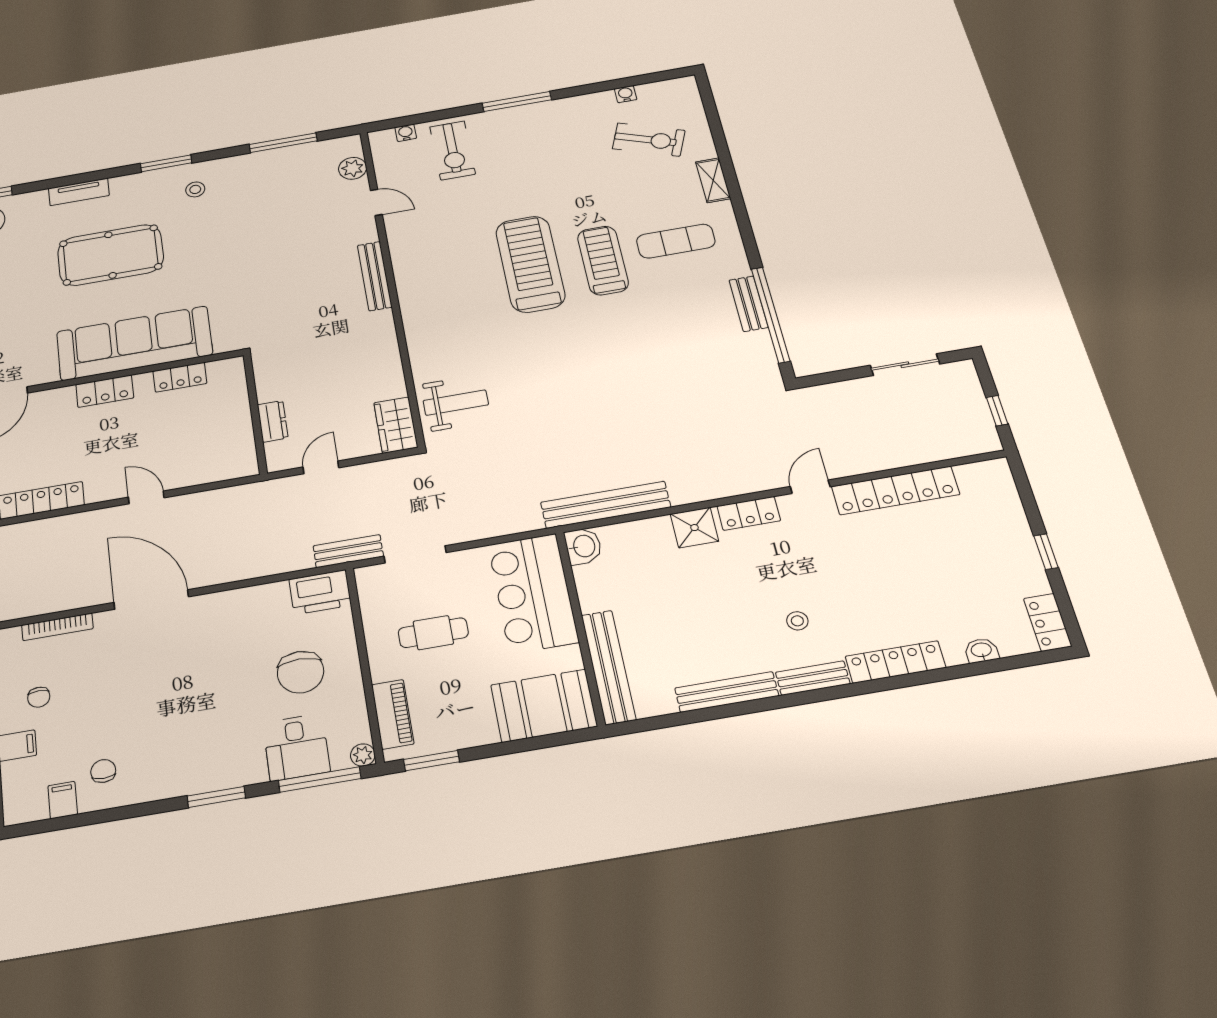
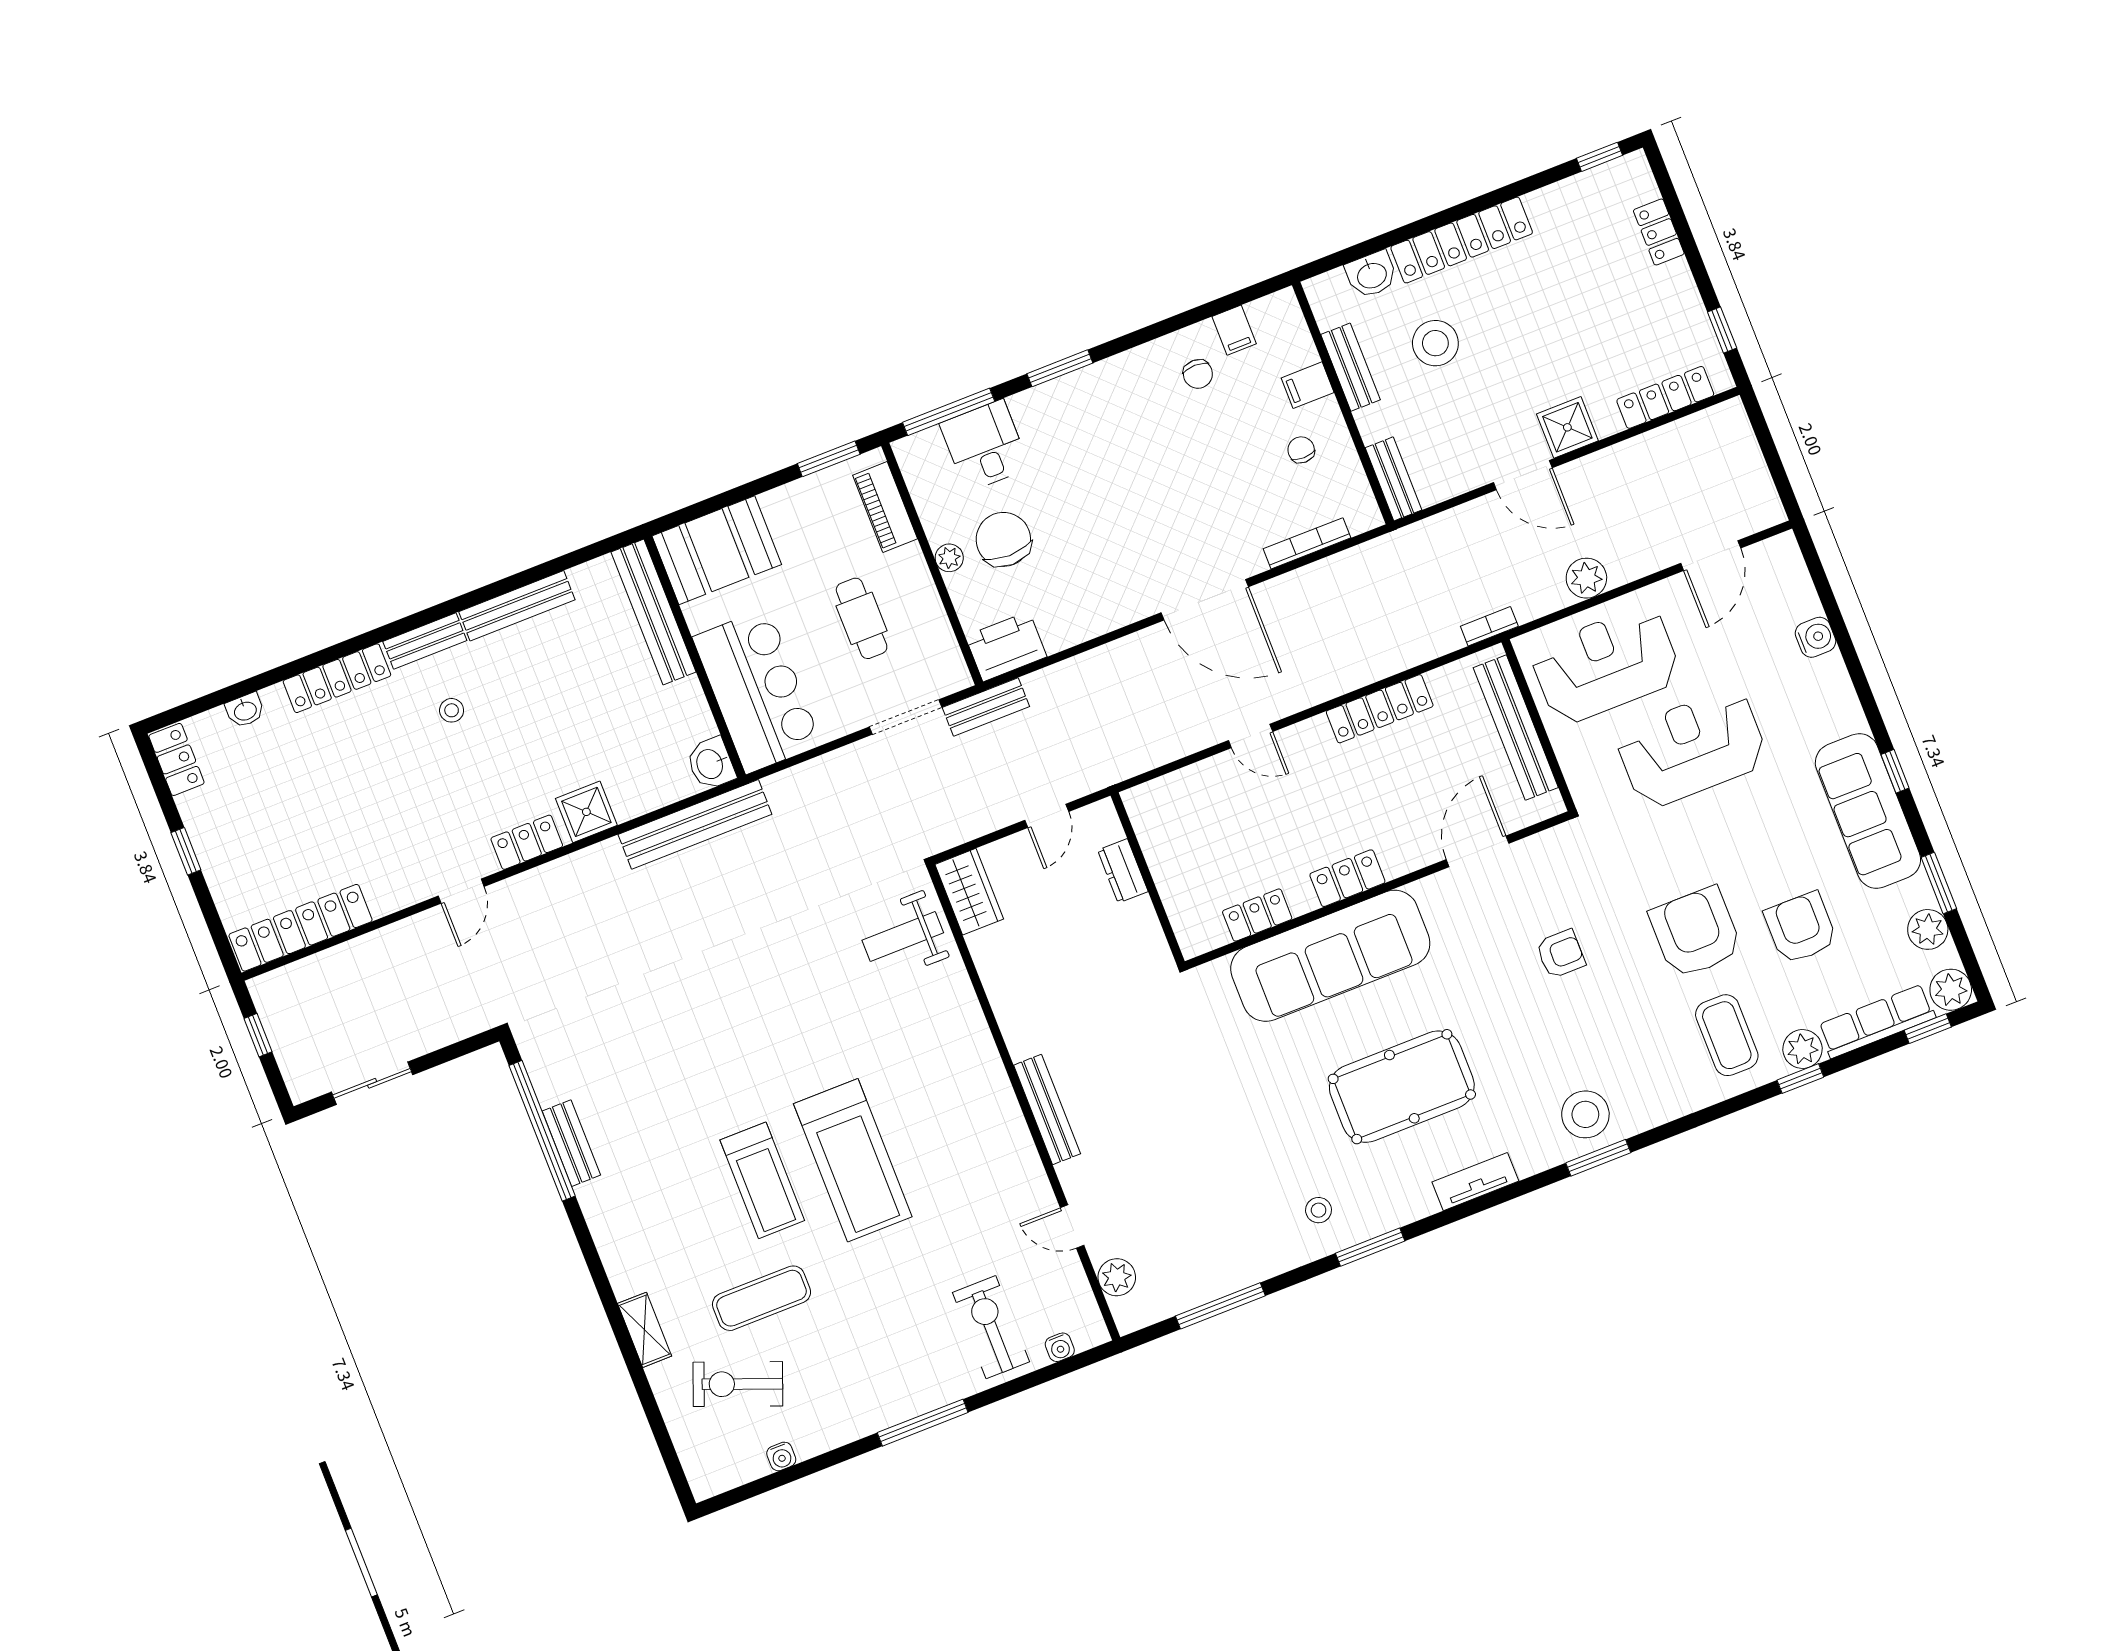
exercise mat: (676, 241) -> (762, 1298), moved
locker: (895, 490) -> (301, 928), moved
cafe table: (433, 633) -> (862, 618), turned 90
plant: (363, 755) -> (949, 558), moved

